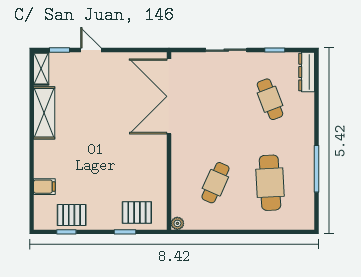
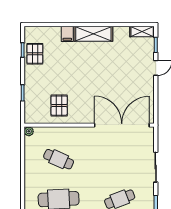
shelving: (44, 113) -> (93, 34), moved
filing cabinet: (44, 187) -> (67, 34), moved
pallet: (137, 212) -> (59, 106), moved

